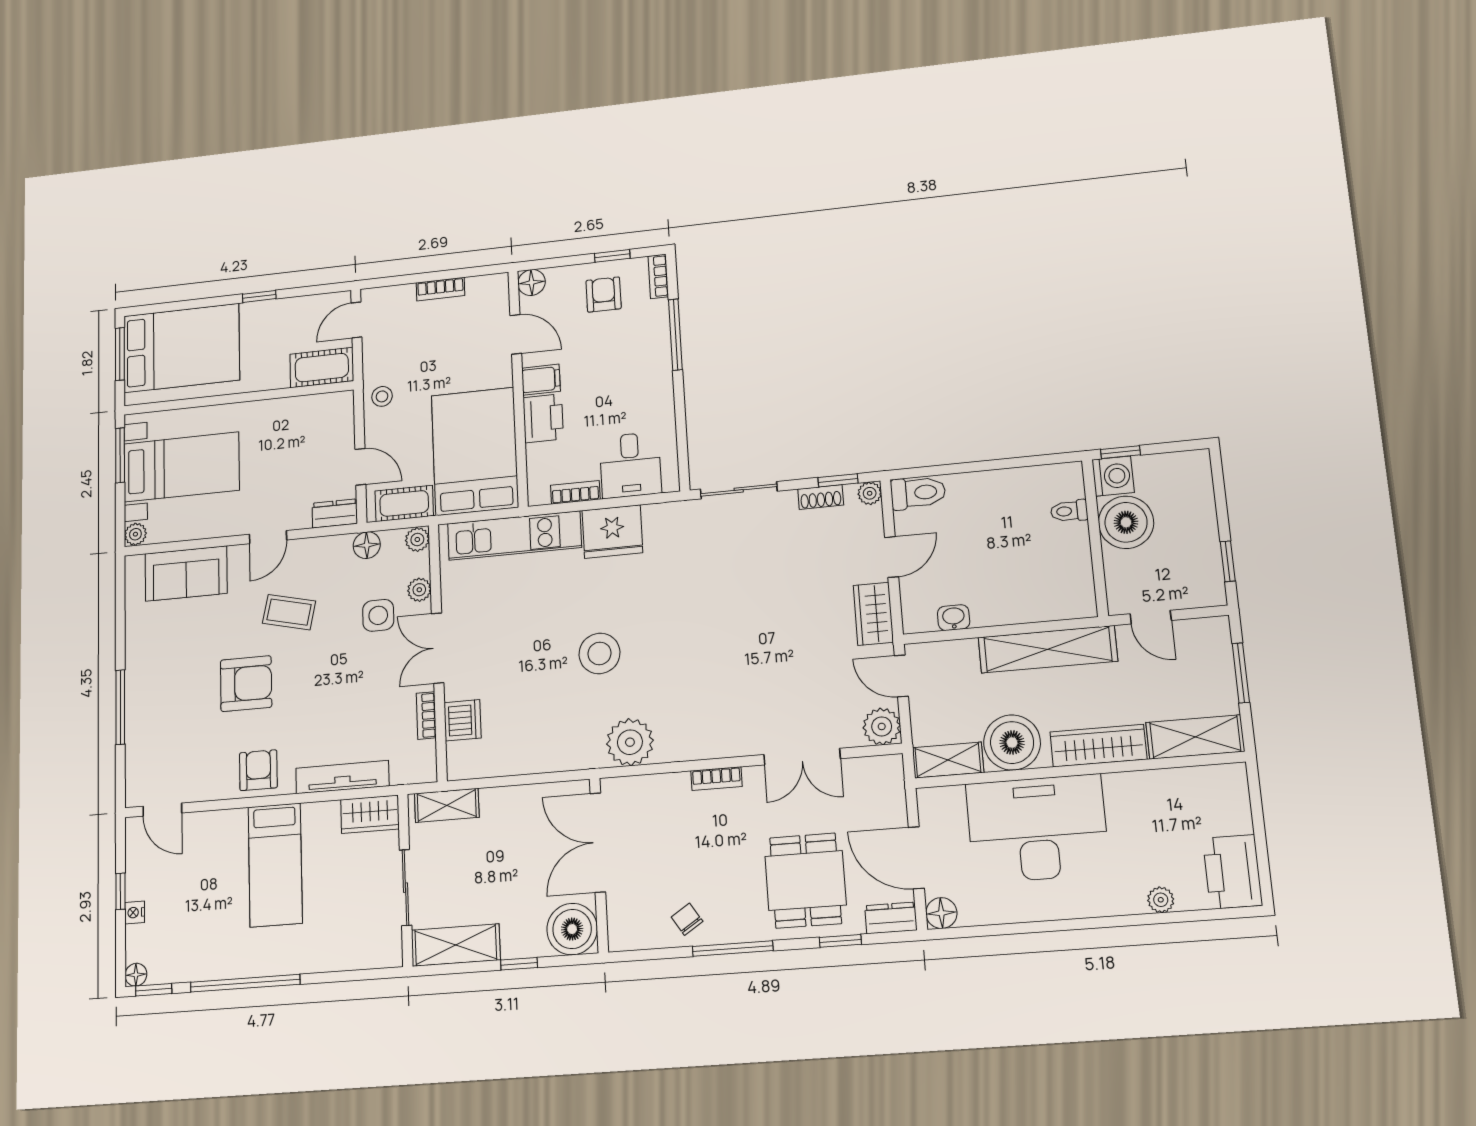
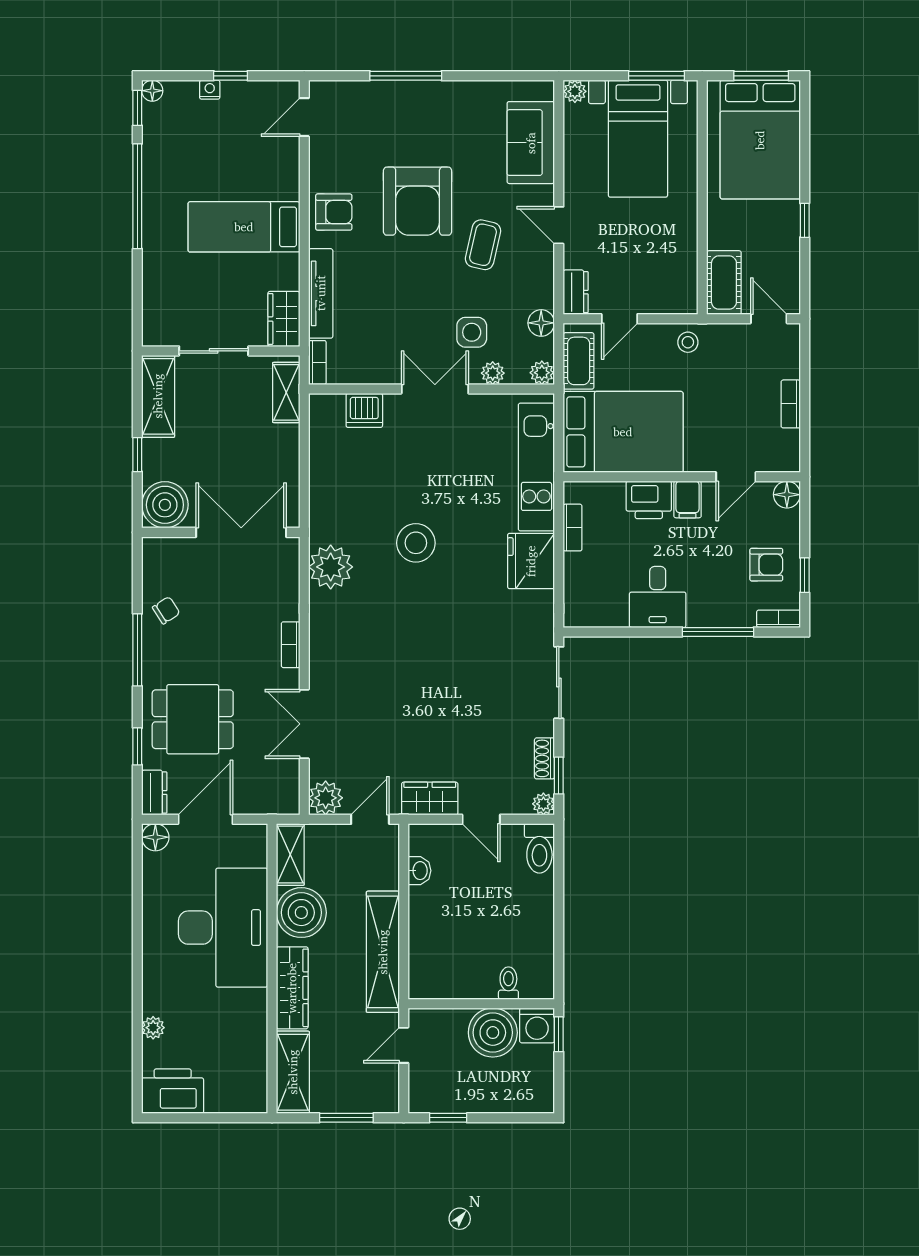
desk: (630, 465) -> (658, 597), moved, turned -90
armchair: (246, 684) -> (418, 201), width x1.36, depth x1.36
bookcase: (426, 715) -> (317, 362), moved, turned 90

